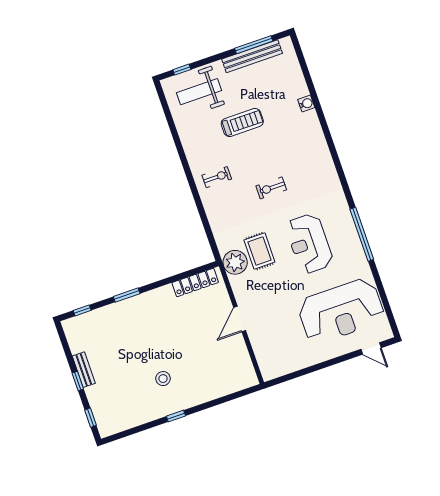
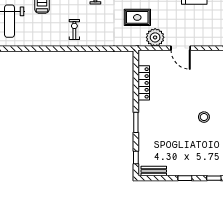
plant: (235, 262) -> (155, 37), moved
locker: (195, 282) -> (144, 83), moved
bench: (84, 370) -> (154, 171), moved

